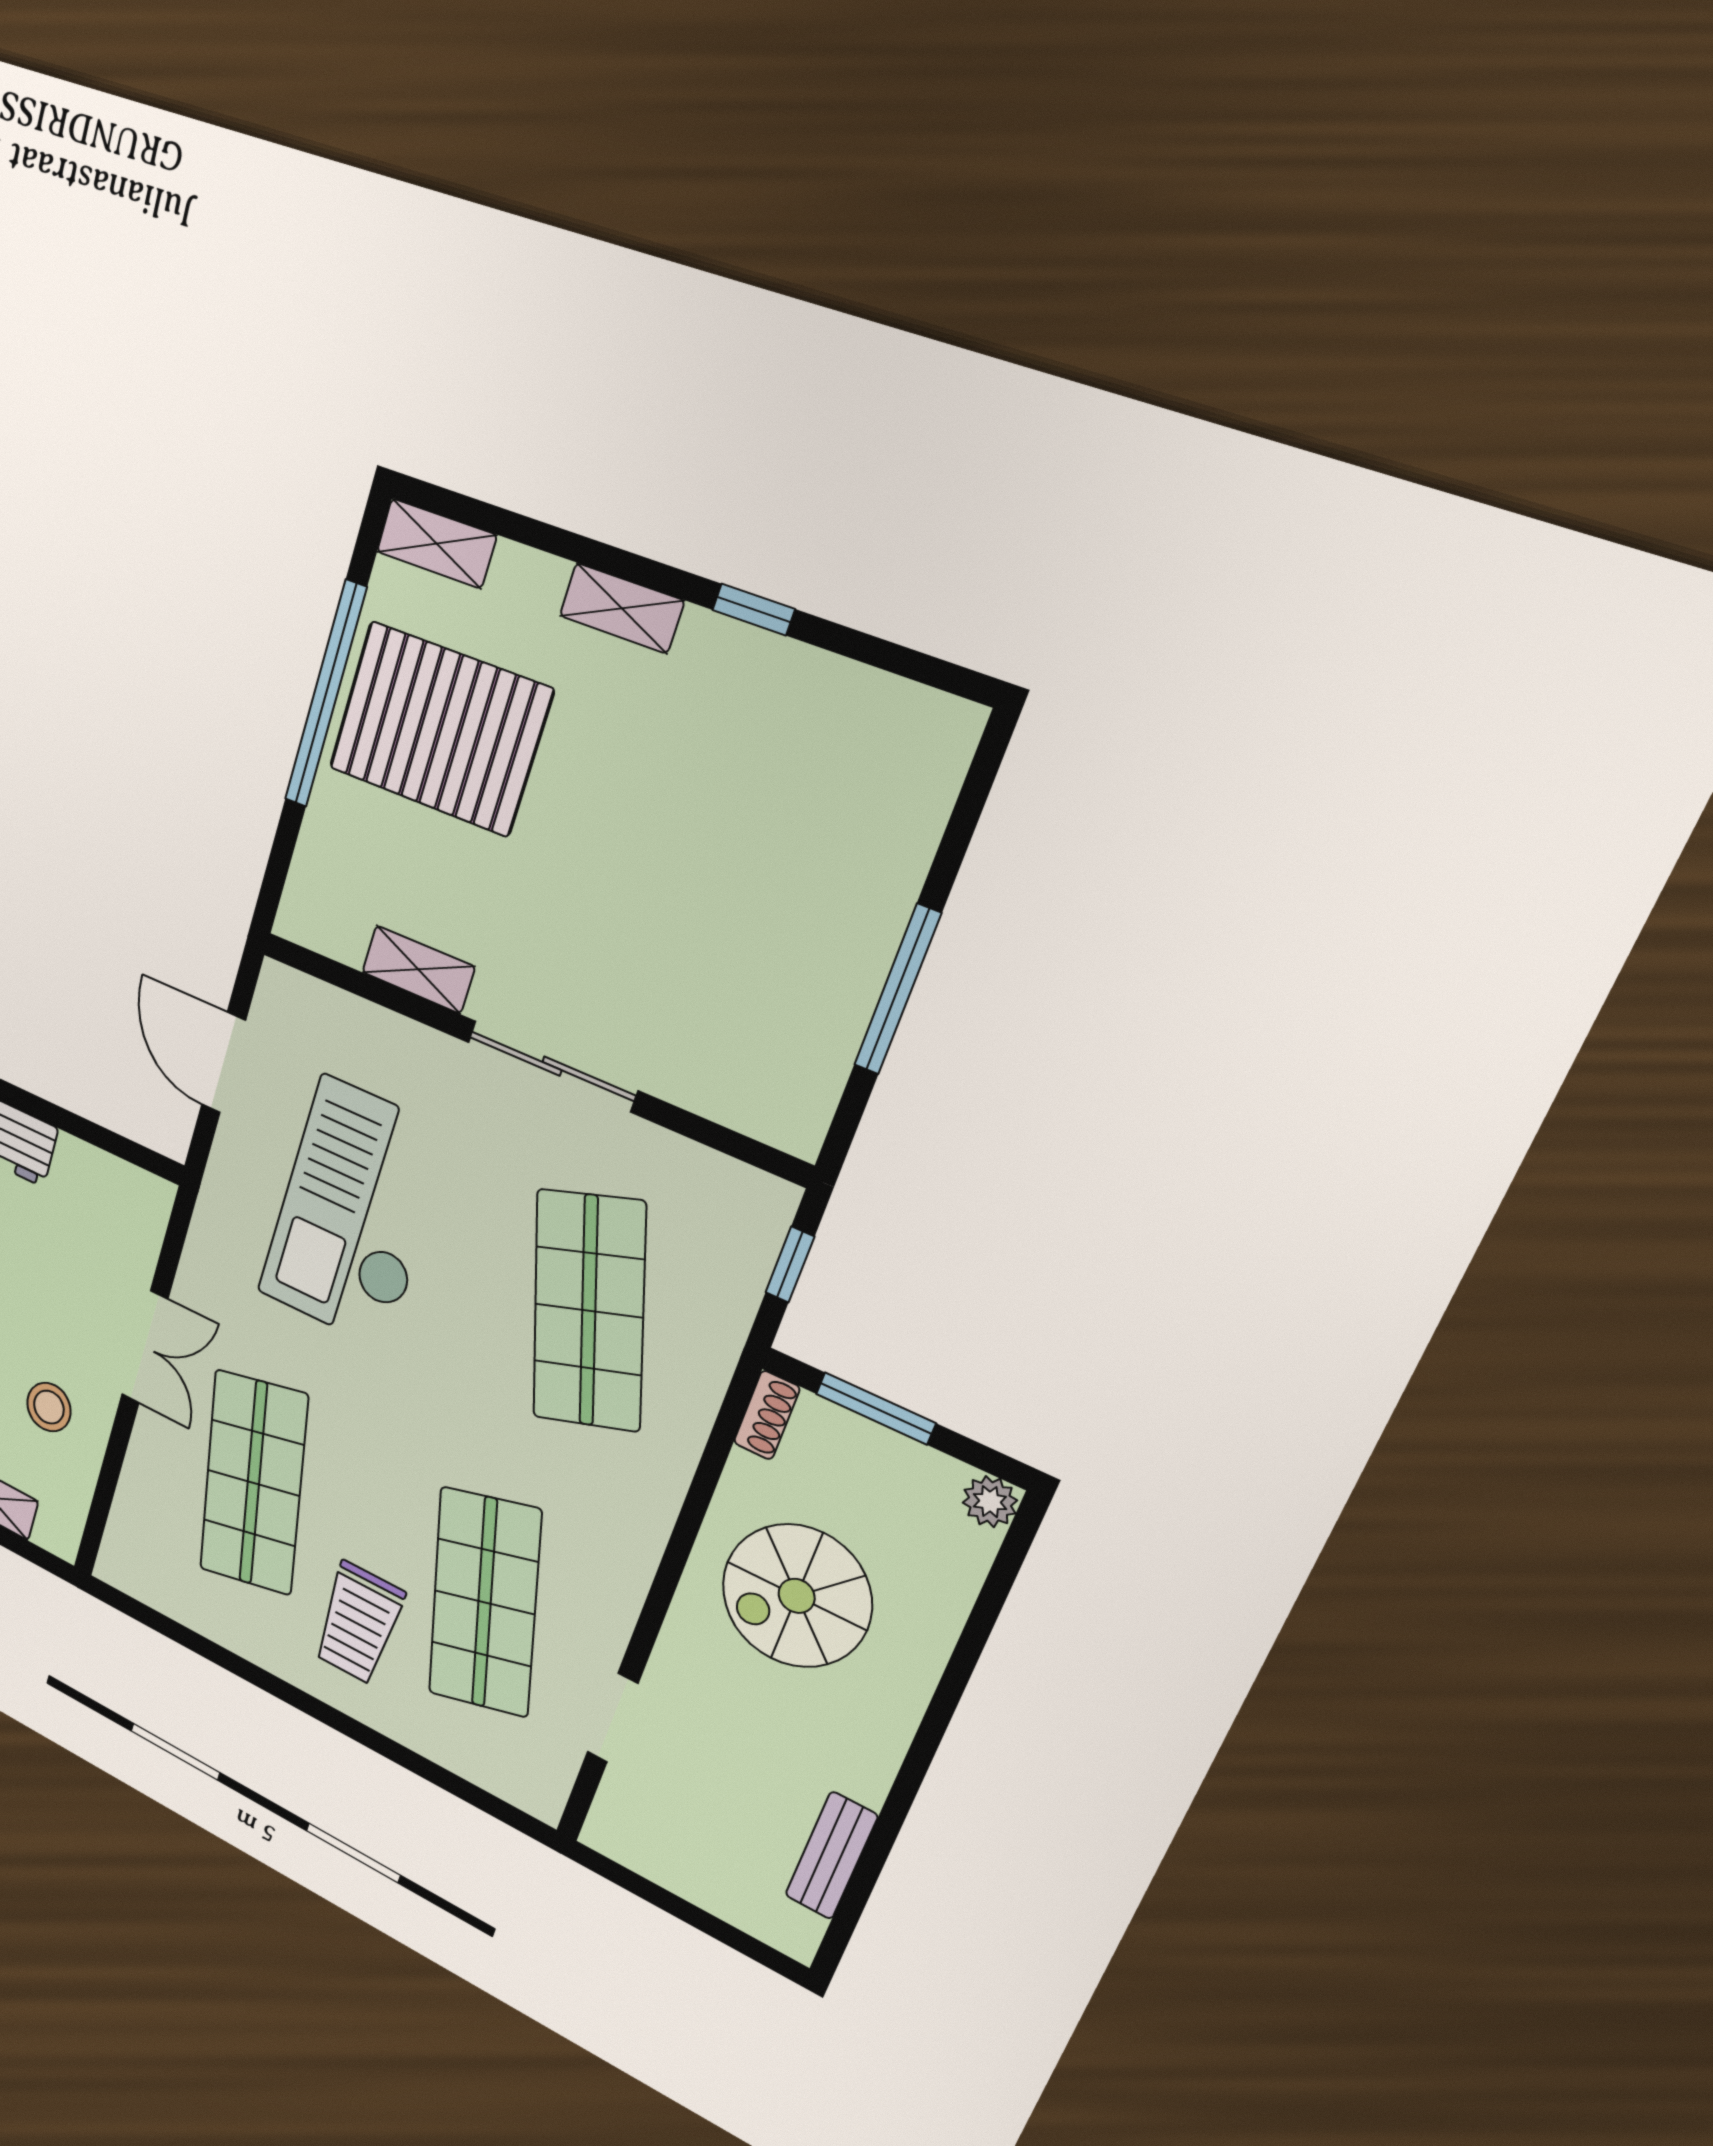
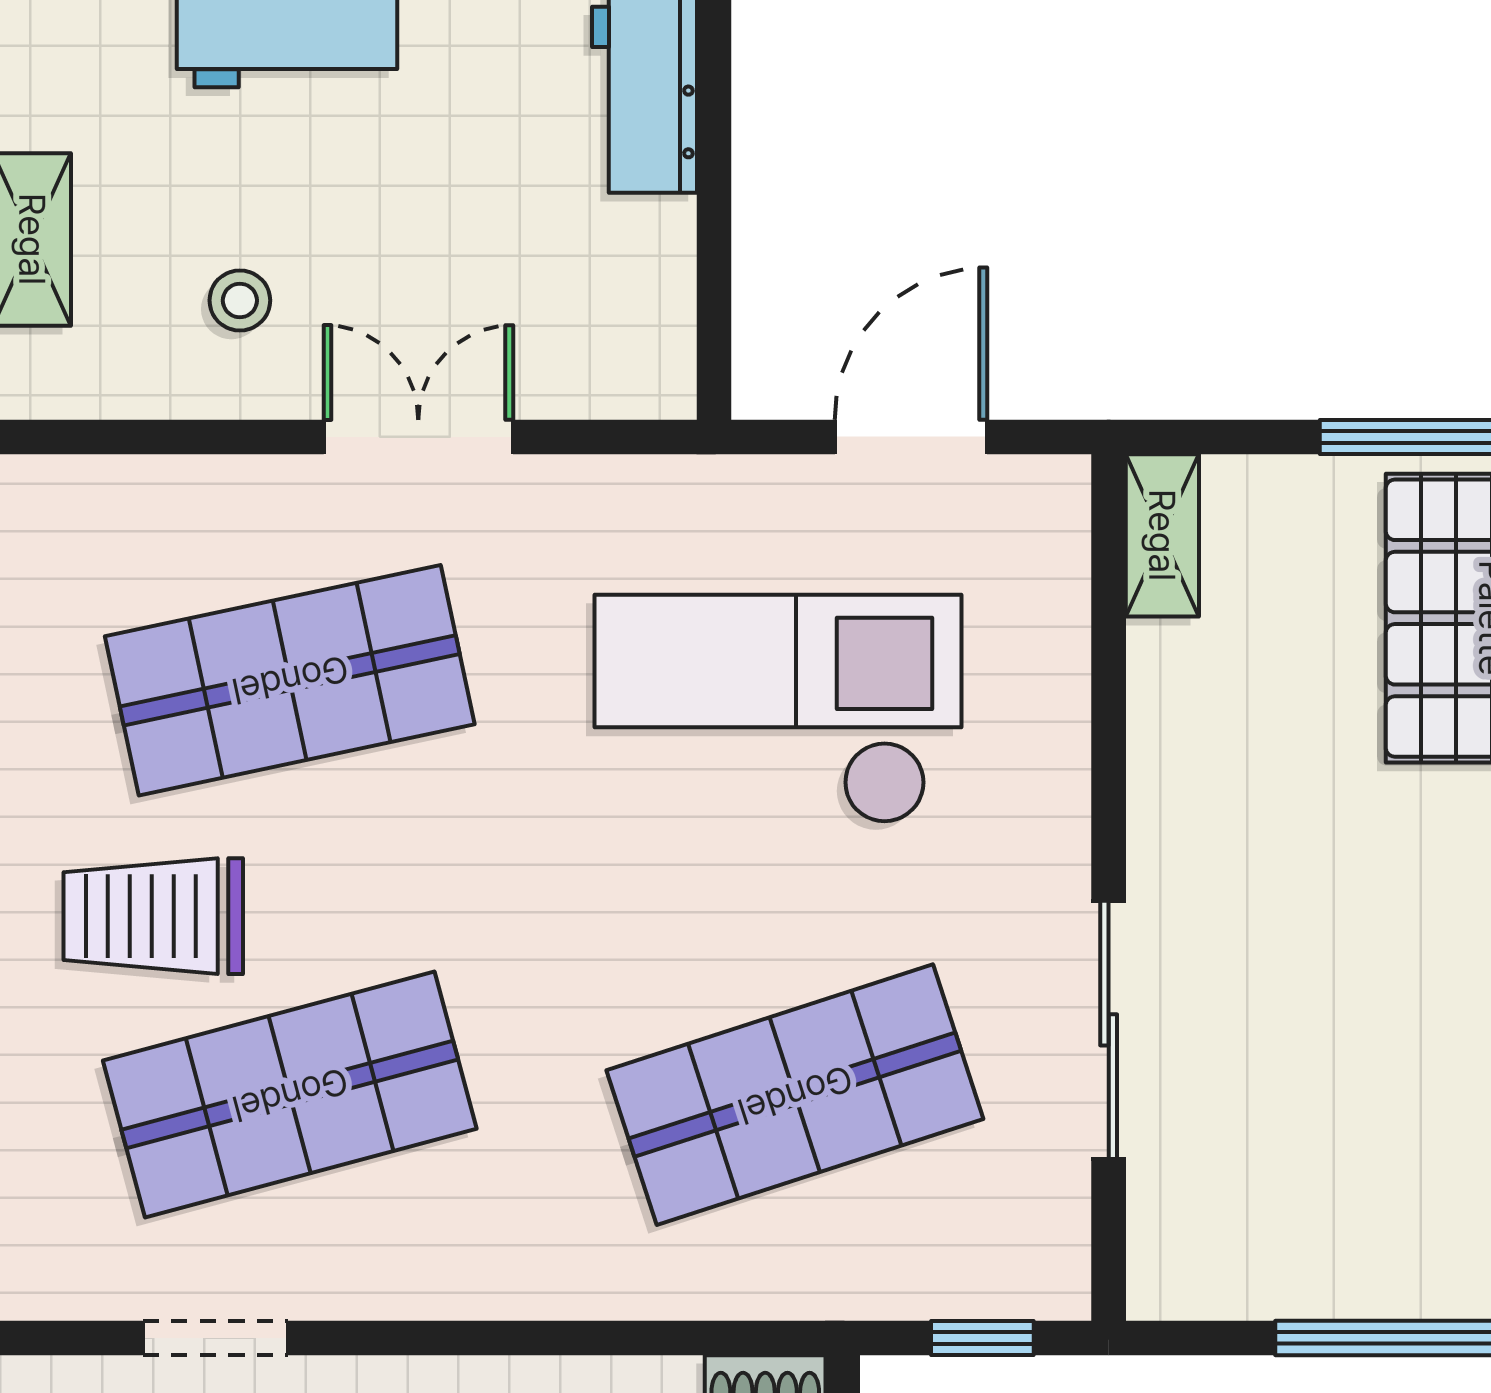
shelving: (418, 969) -> (1162, 535), moved
sliding door: (552, 1066) -> (1109, 1030), moved
double door: (145, 1347) -> (418, 437), swing flipped
stool: (49, 1407) -> (240, 300), width x0.73, depth x0.73

